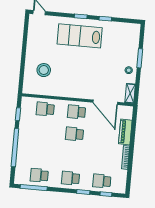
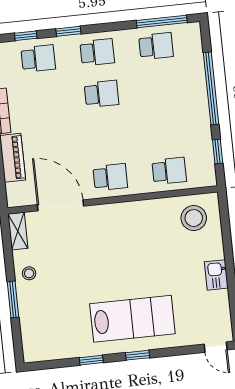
kitchen sink: (31, 50) -> (216, 275), added
stool: (44, 70) -> (194, 218), moved
school desk: (75, 134) -> (101, 94), moved

